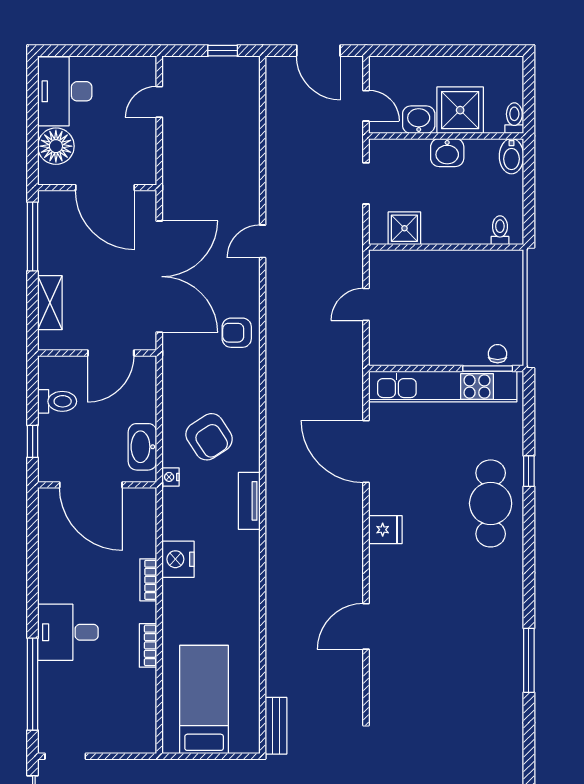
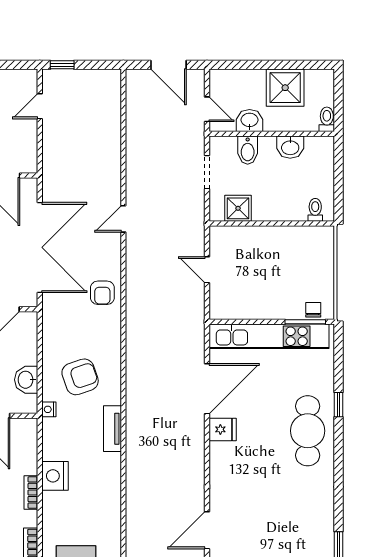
window: (223, 51) -> (62, 65), moved
shower: (460, 110) -> (285, 88), moved
washbasin: (447, 153) -> (290, 147), moved
bidet: (511, 156) -> (248, 150), moved
door: (366, 304) -> (207, 270), hinge flipped
armchair: (237, 333) -> (102, 293), turned -90
armchair: (209, 437) -> (80, 377), turned -76
washbasin: (142, 447) -> (26, 380), width x0.72
door: (366, 451) -> (207, 389), swing flipped
fridge: (385, 530) -> (223, 429), moved

